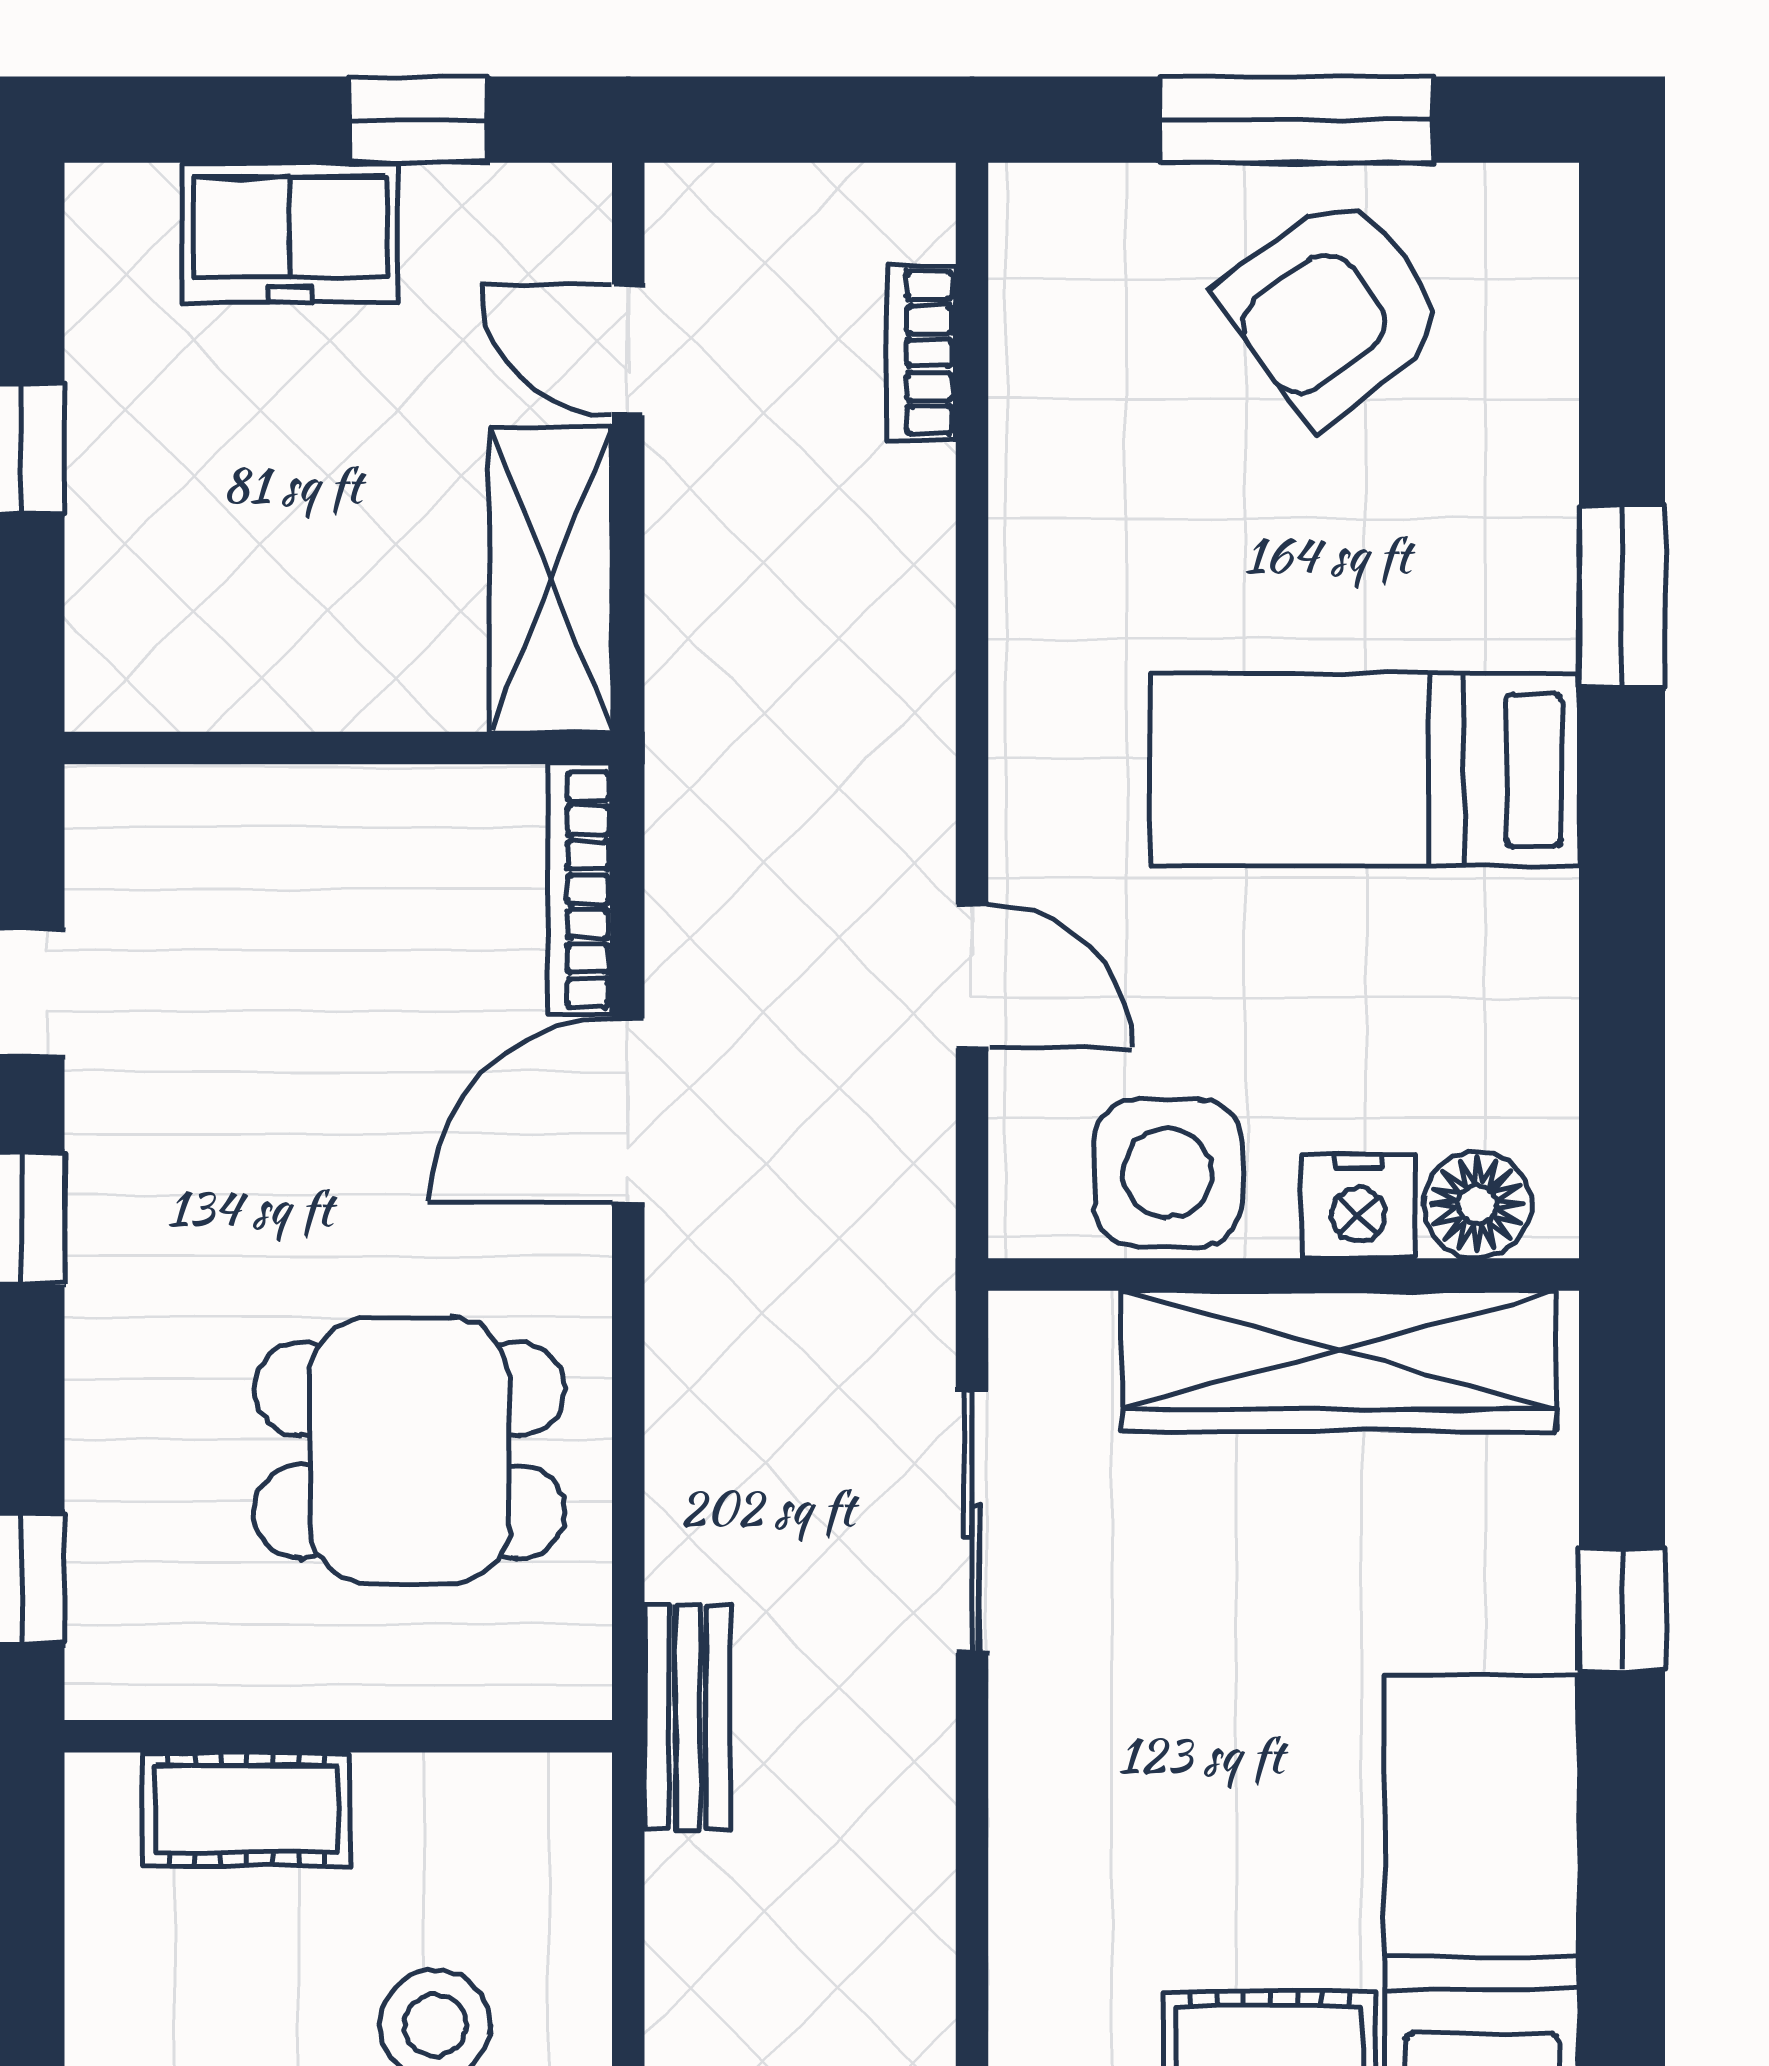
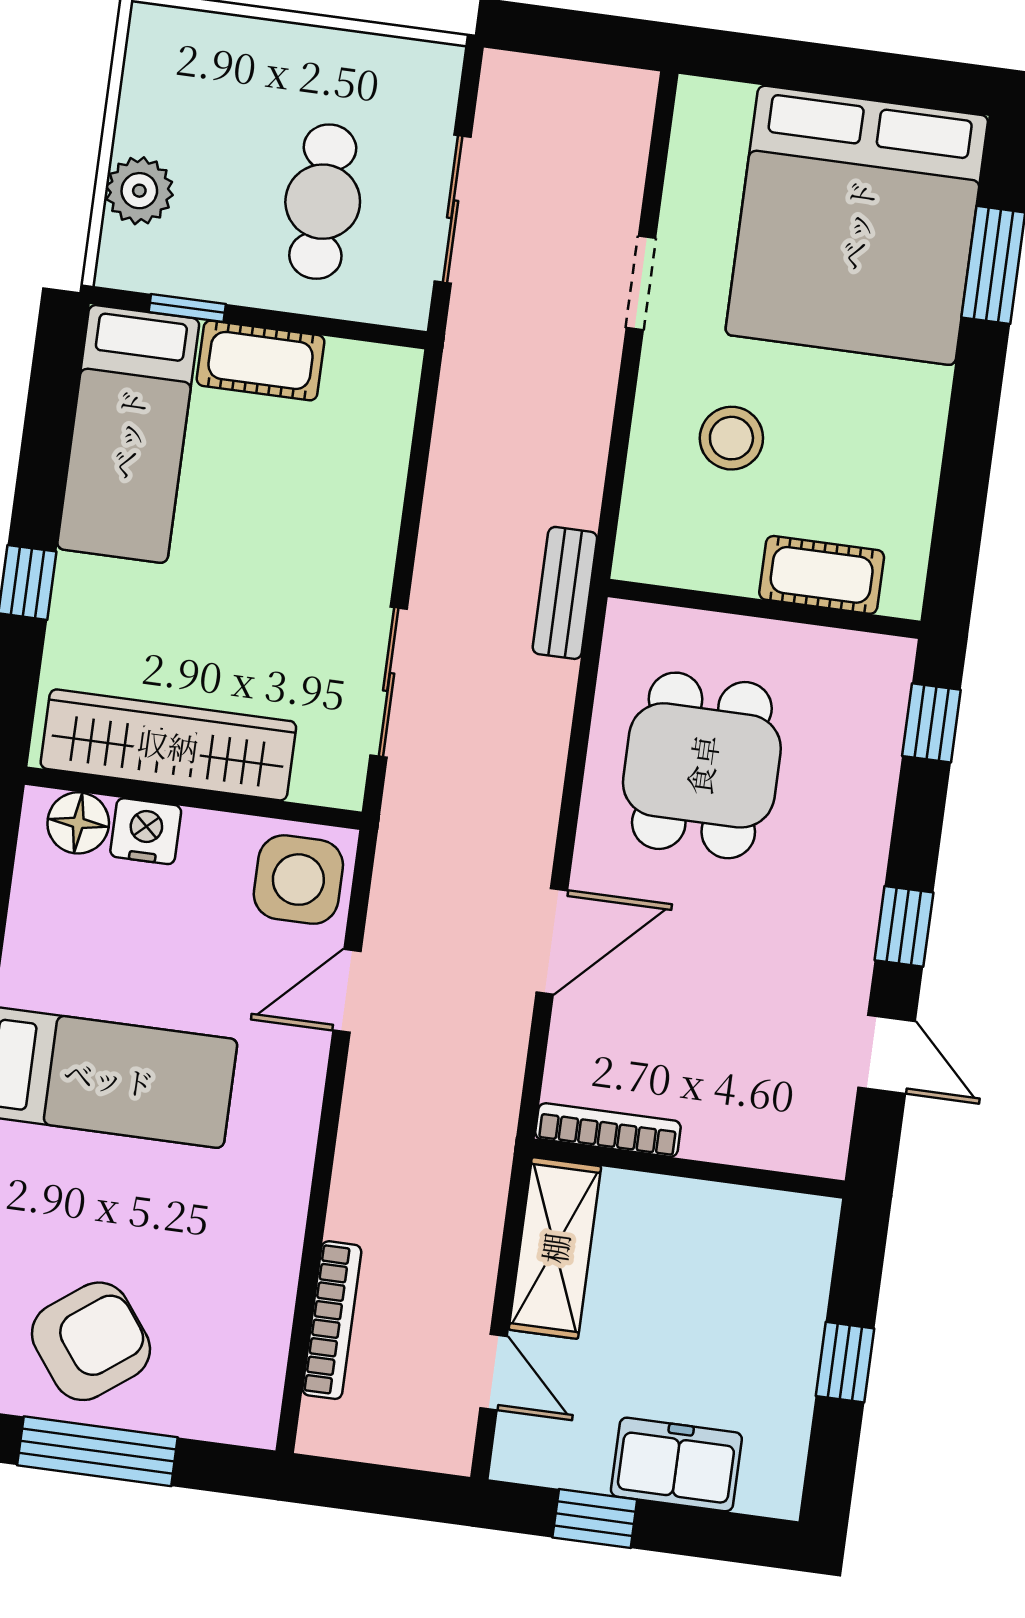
bookcase: (921, 353) -> (332, 1320), width x1.56
bookcase: (580, 890) -> (608, 1130), moved, turned -90
door: (972, 976) -> (347, 991), hinge flipped
side table: (1168, 1173) -> (298, 880), moved
dining table: (409, 1450) -> (702, 765), turned 90

